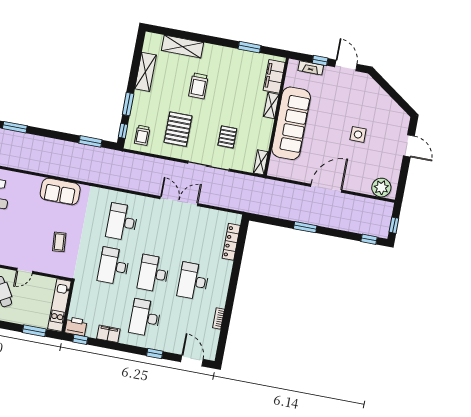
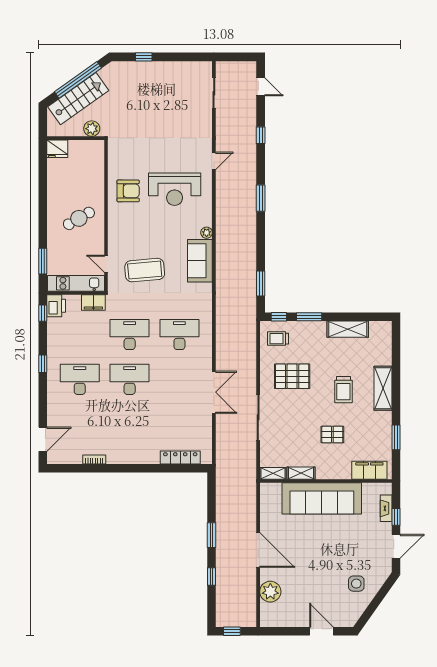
shelving: (182, 46) -> (383, 388), moved
trolley: (198, 86) -> (343, 390), turned -90
shelving: (271, 105) -> (301, 473), moved
side table: (358, 134) -> (356, 584), moved
pallet: (227, 137) -> (332, 434), moved
door: (409, 146) -> (321, 631), swing flipped
plant: (36, 181) -> (207, 233), added
plant: (381, 188) -> (270, 592), moved
window: (369, 239) -> (211, 576), moved
coffee table: (59, 242) -> (145, 270), width x1.86, depth x1.72
door: (25, 271) -> (106, 264), moved
desk: (193, 281) -> (130, 424), removed
filing cabinet: (108, 334) -> (93, 302), moved, turned 90
window: (155, 354) -> (43, 364), moved

